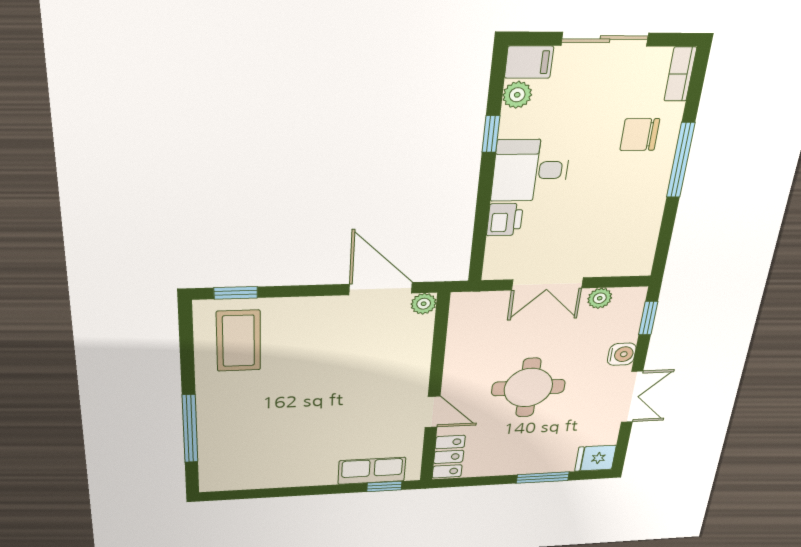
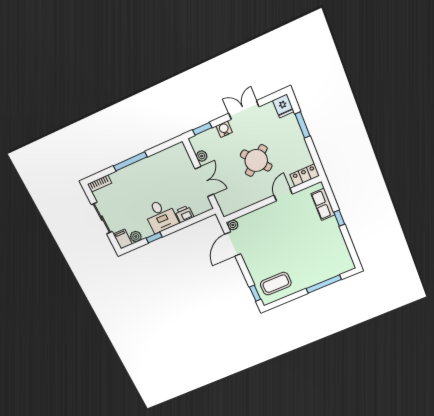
chair: (640, 135) -> (128, 184), removed
round table: (528, 388) -> (256, 161), turned -38
window: (384, 486) -> (339, 218), moved

